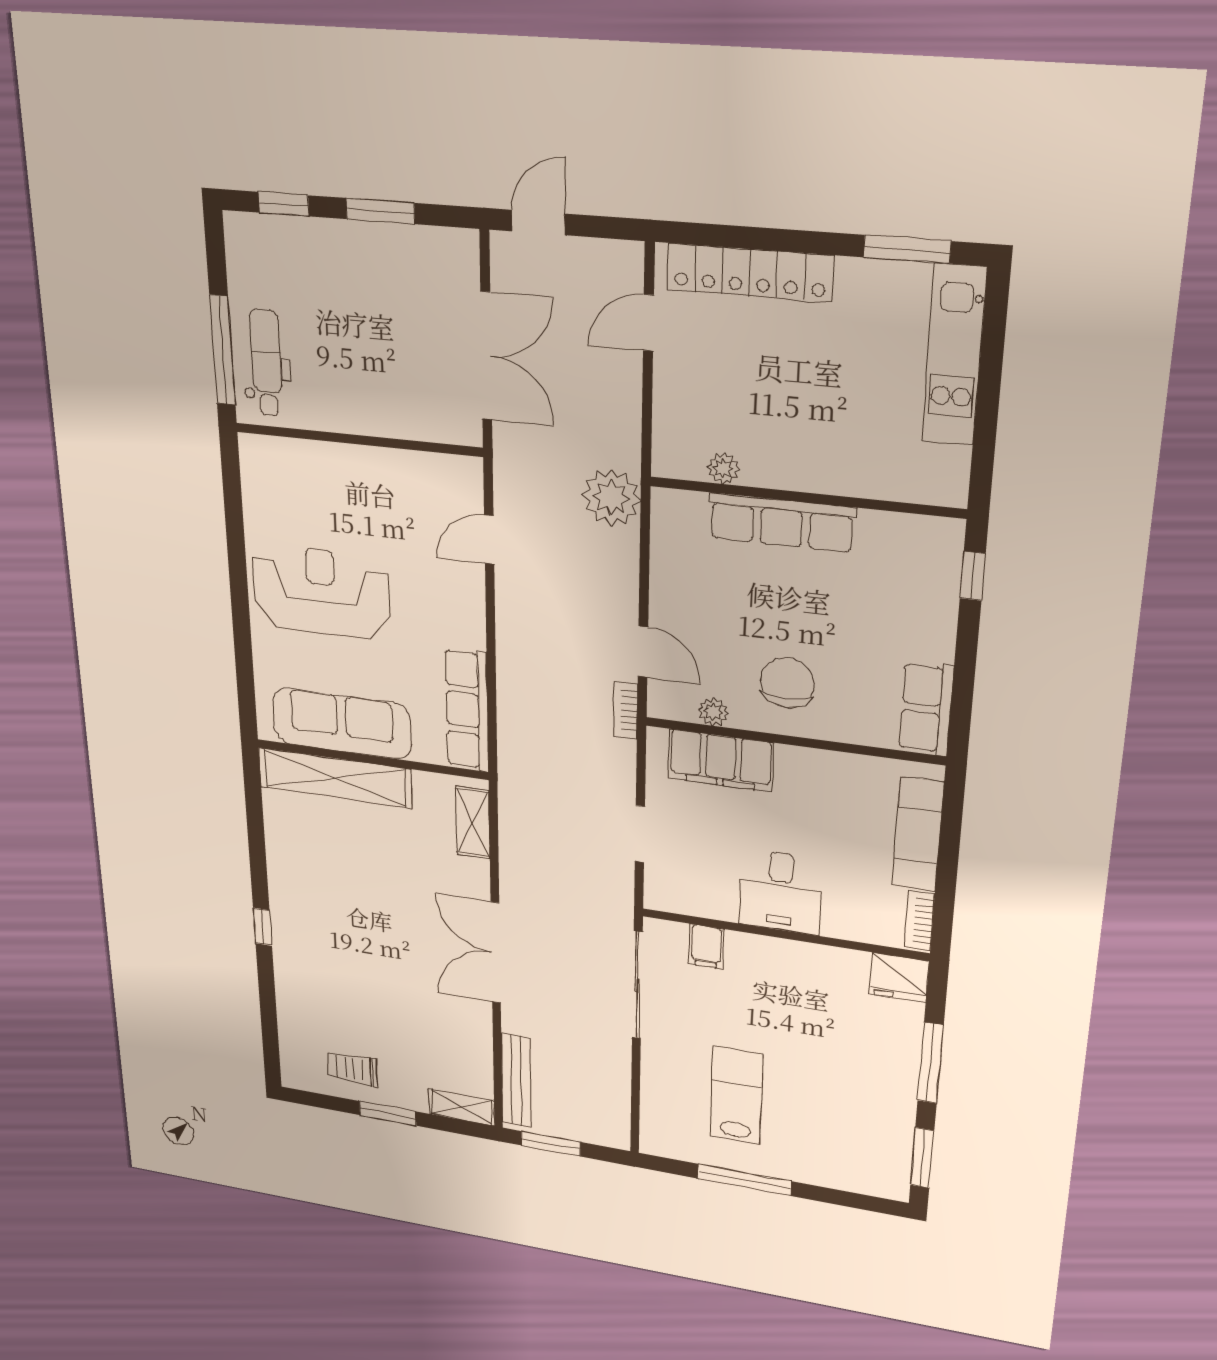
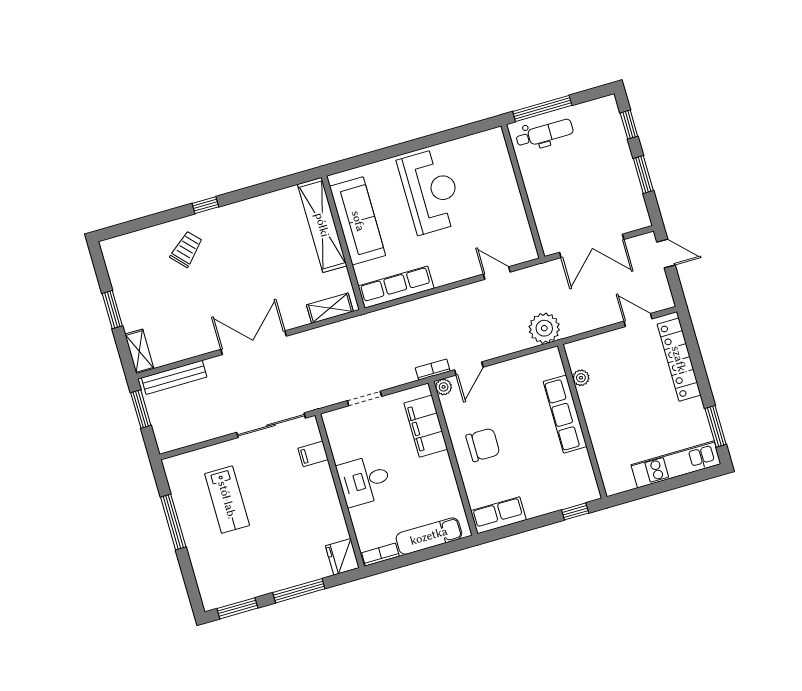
plant: (713, 712) -> (444, 387), moved
trolley: (353, 1069) -> (186, 249), moved, turned 47
lab bench: (736, 1095) -> (227, 500), turned 90

